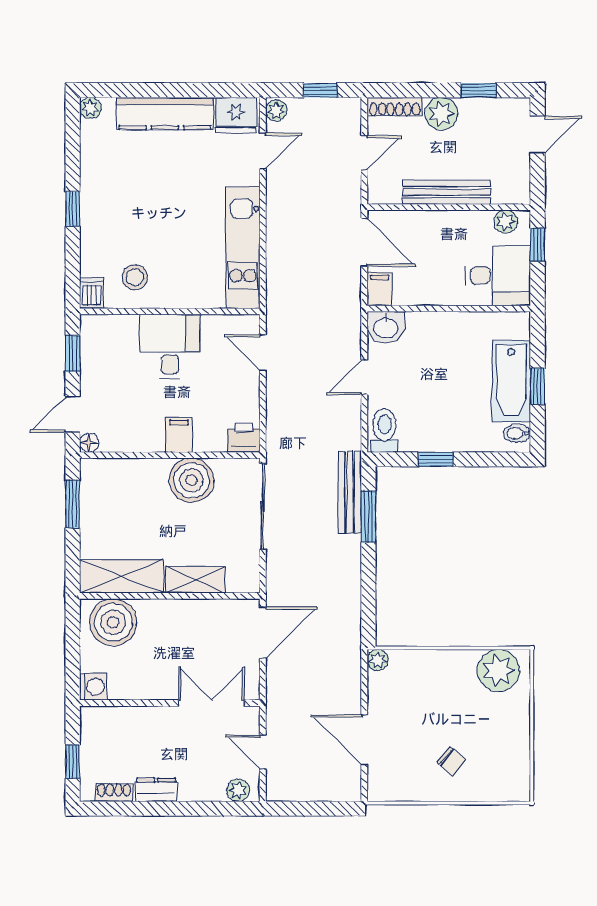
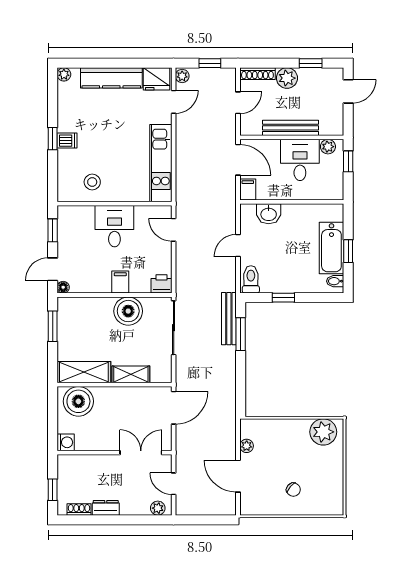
desk: (498, 276) -> (300, 160), moved, turned -90
dishwasher: (92, 293) -> (67, 141), moved, turned 90
washbasin: (386, 327) -> (269, 214), moved
plant: (378, 660) -> (247, 446), moved

